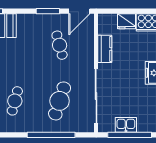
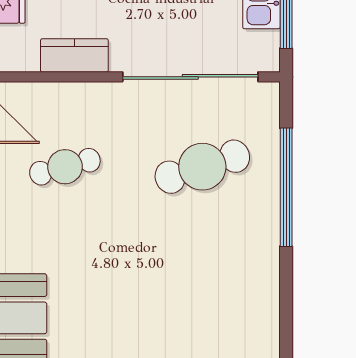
cafe table: (15, 101) -> (202, 277), removed
cafe table: (60, 101) -> (202, 167), turned -36

